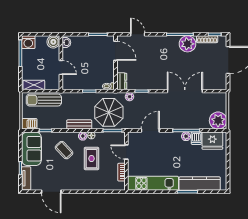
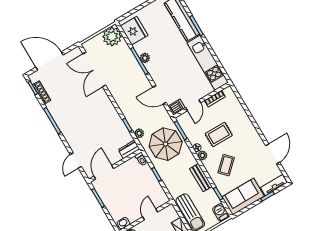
plant: (187, 44) -> (57, 108), removed
double door: (185, 91) -> (94, 70), moved
bench: (79, 124) -> (201, 178), moved
dishwasher: (196, 138) -> (177, 107), moved

